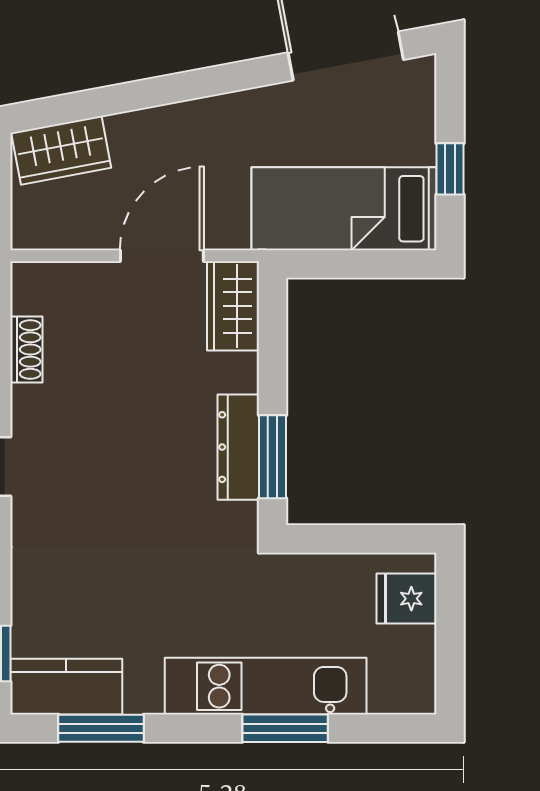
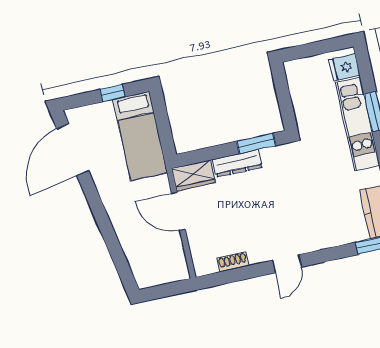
wardrobe: (61, 150) -> (142, 266), removed
dresser: (238, 447) -> (237, 163), moved
fridge: (406, 599) -> (344, 67), moved, turned 90

